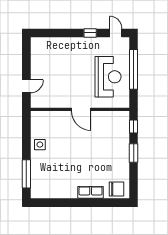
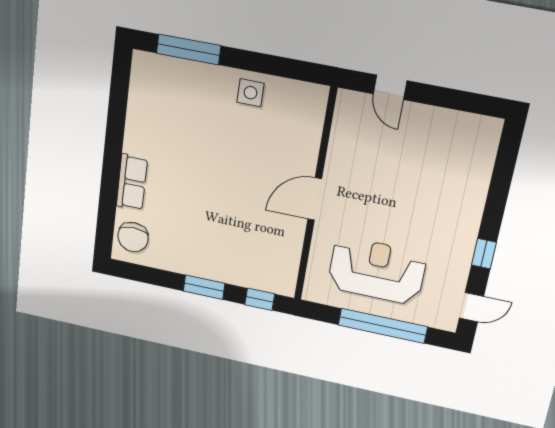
reception desk: (108, 77) -> (377, 270), turned 180

